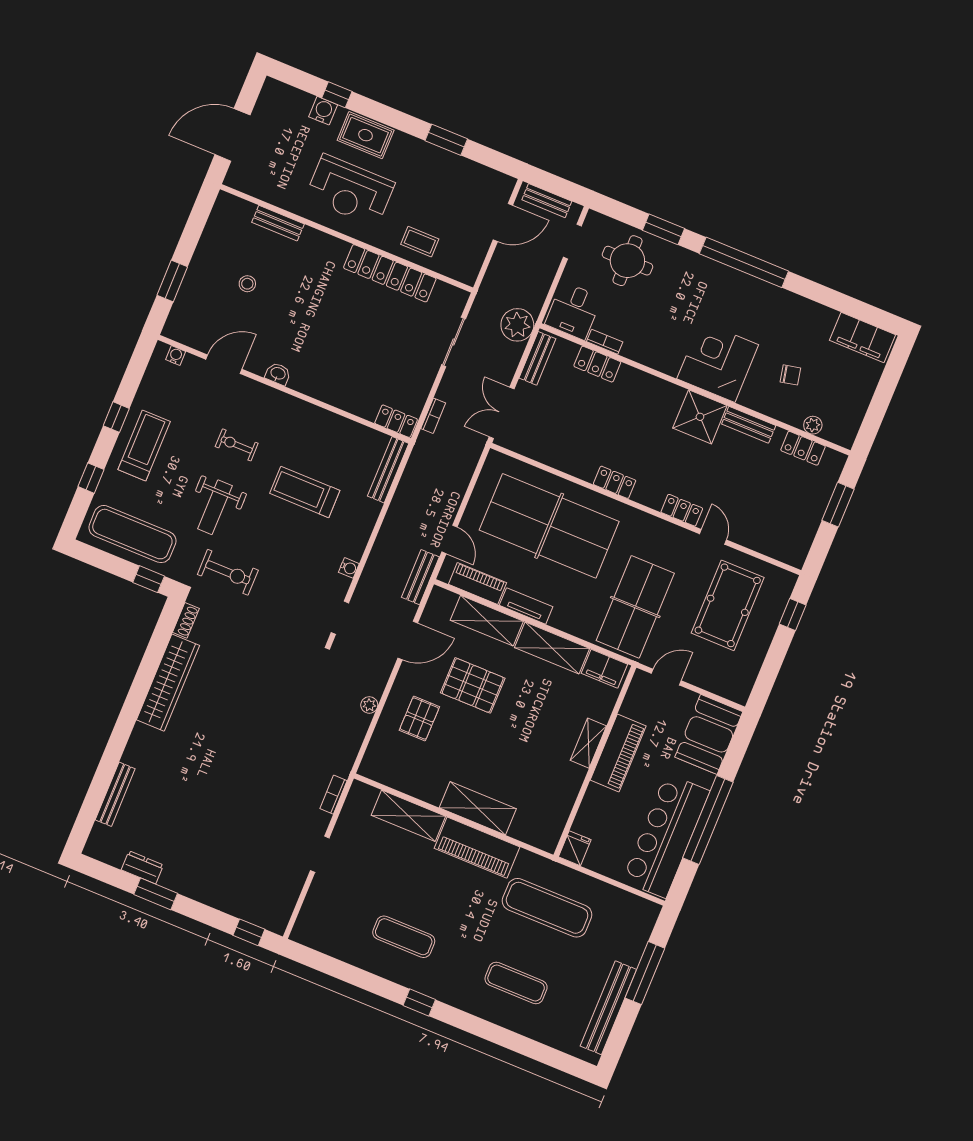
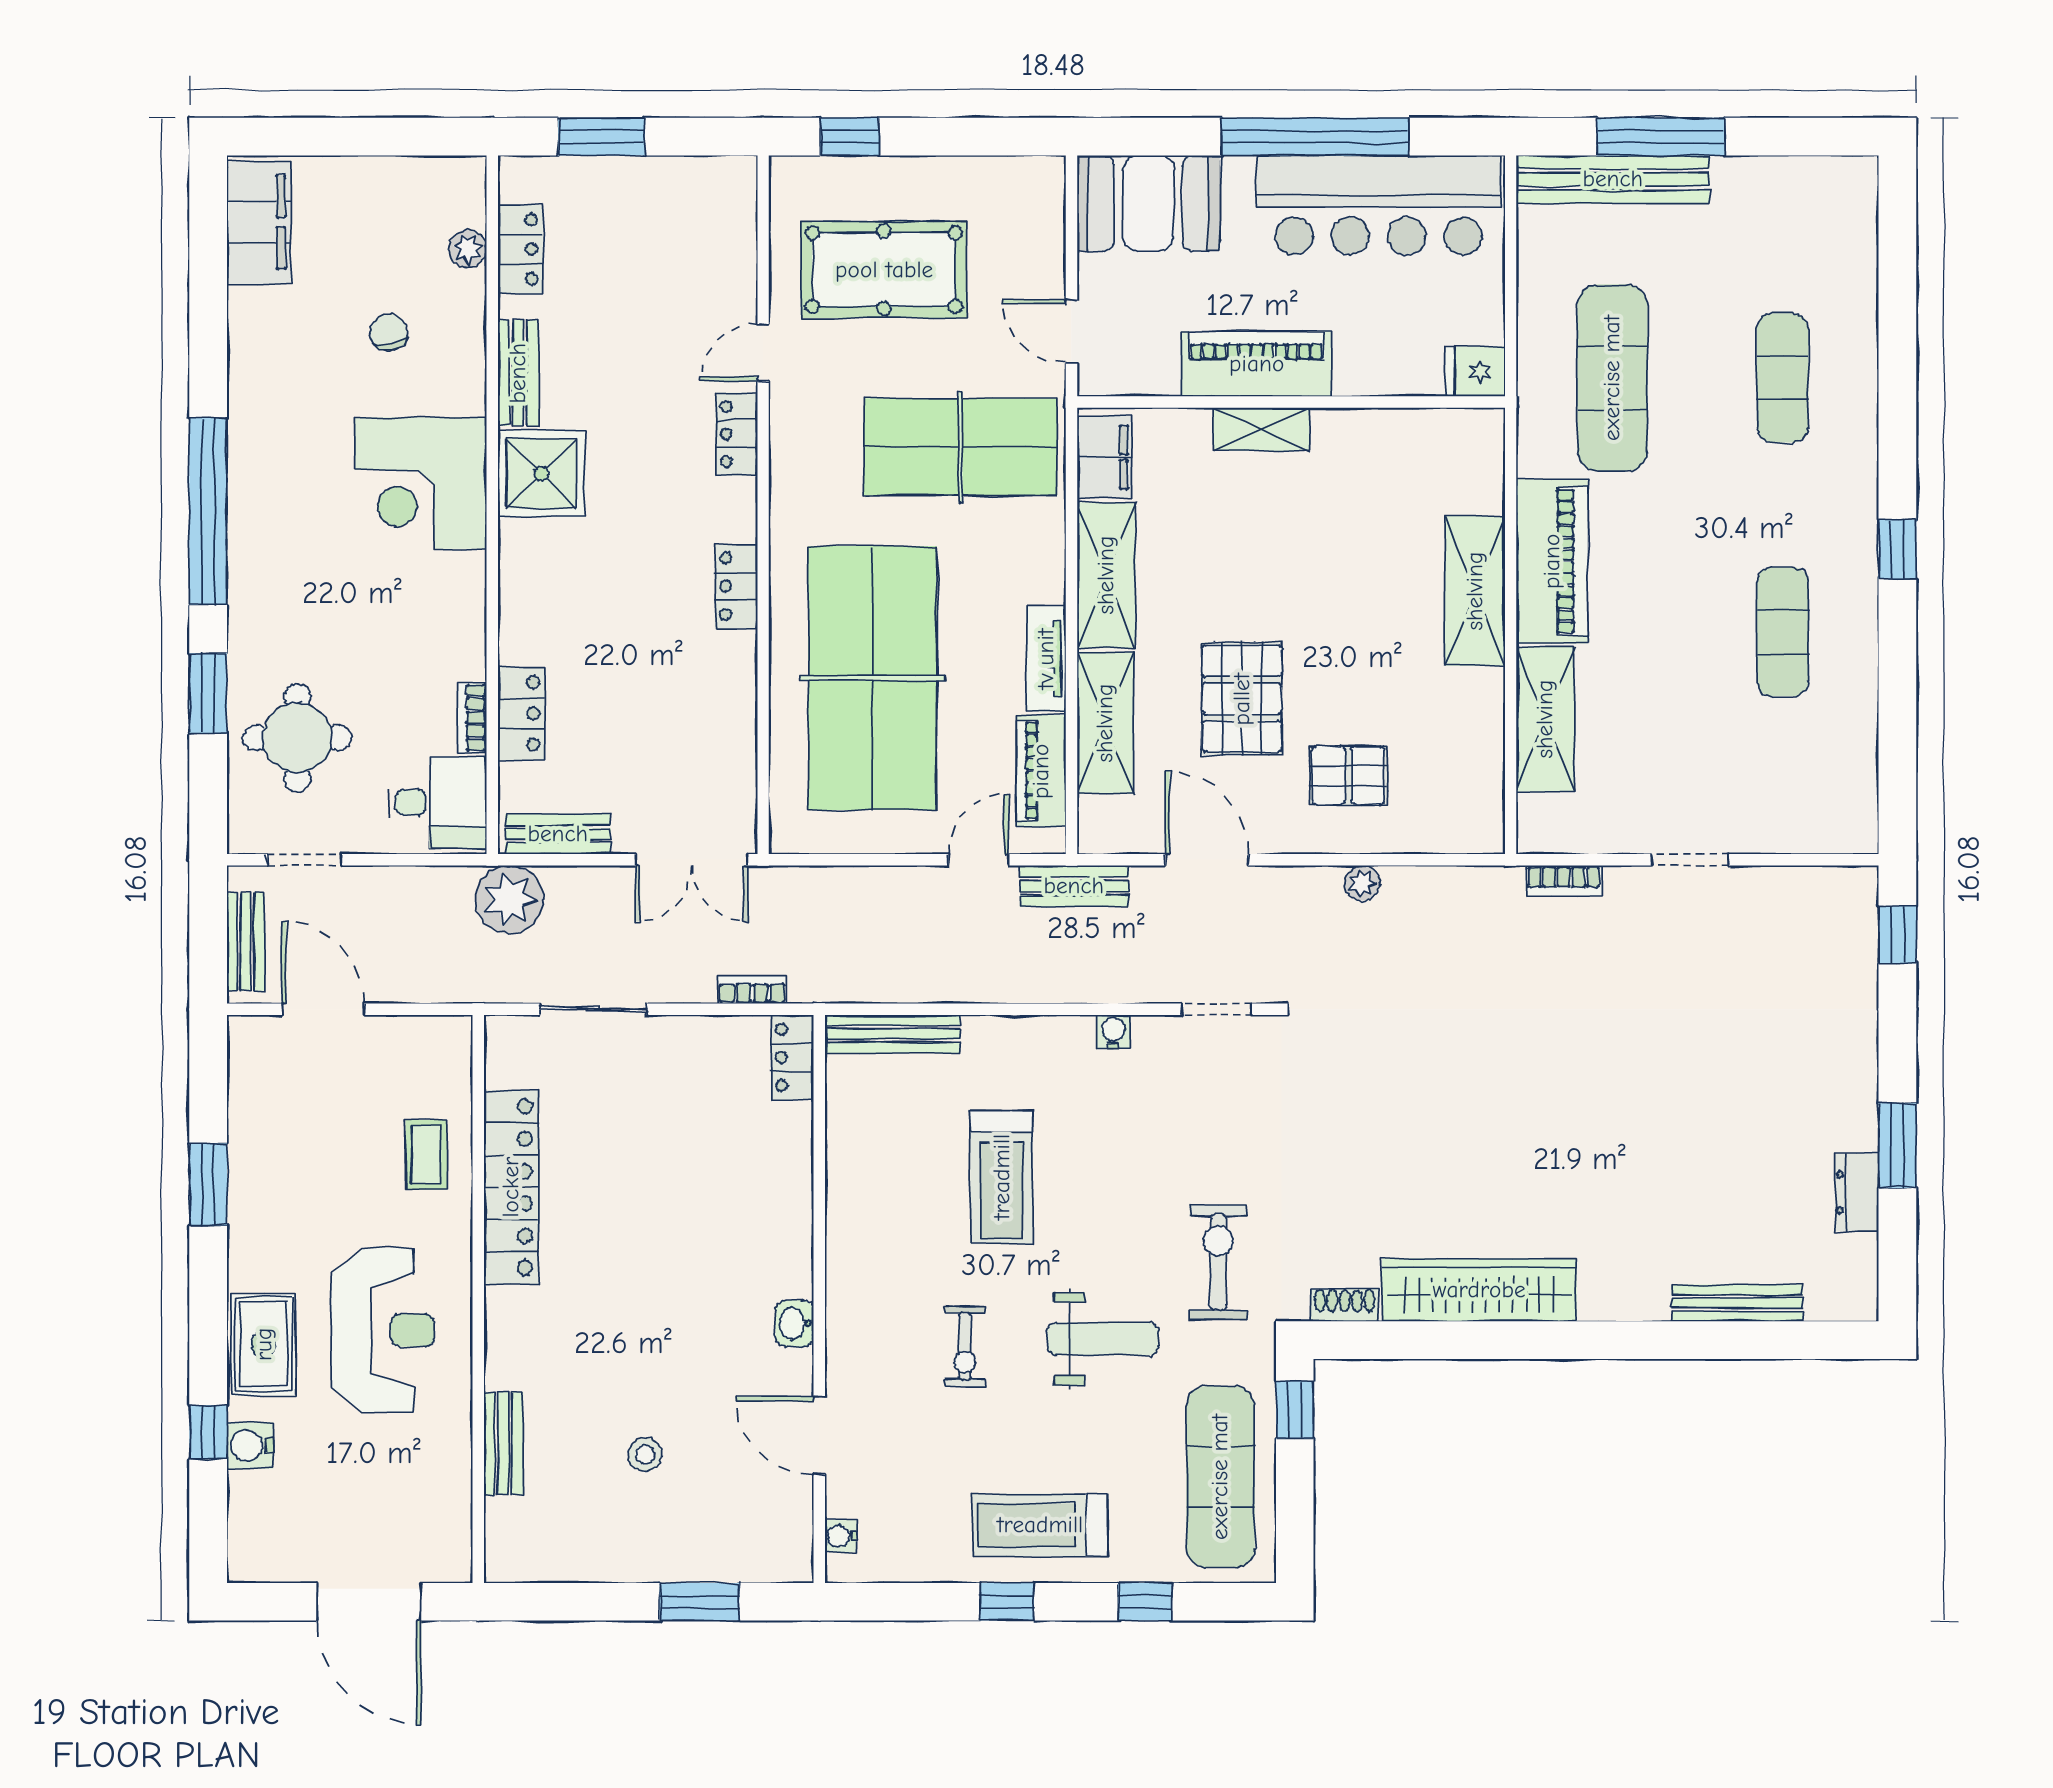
bench: (608, 1008) -> (1613, 179), moved

